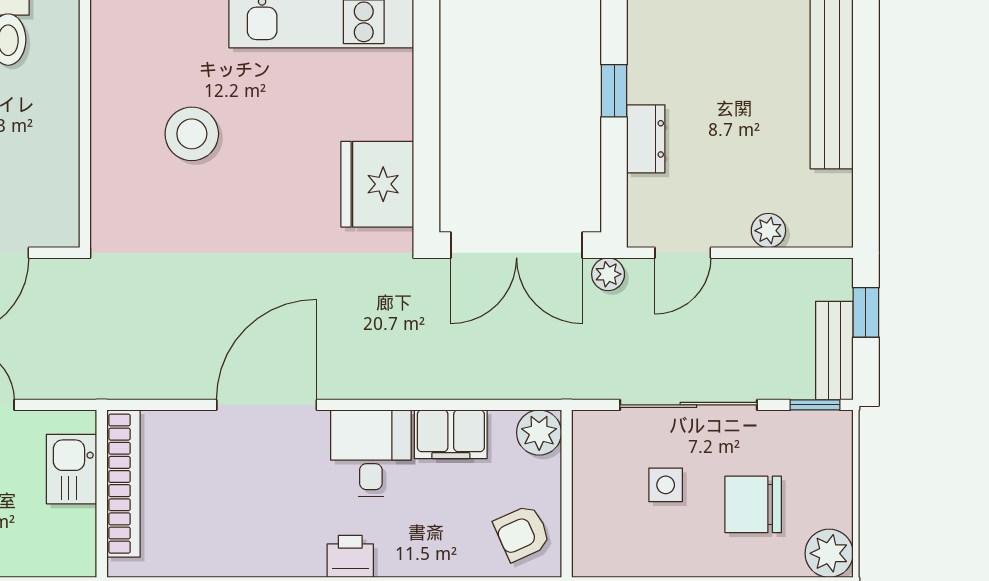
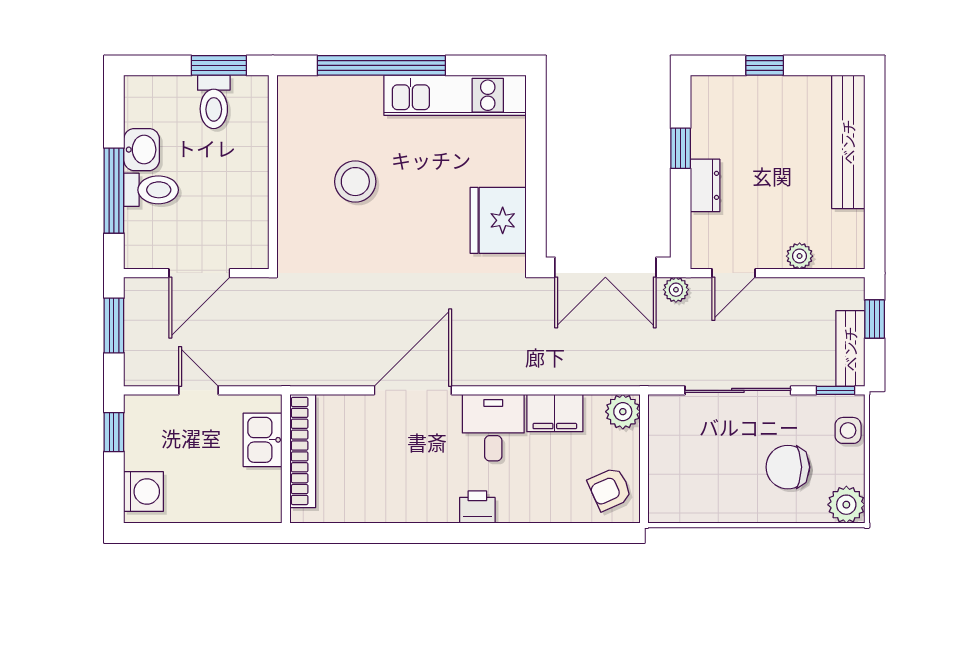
side table: (666, 485) -> (848, 430), moved

